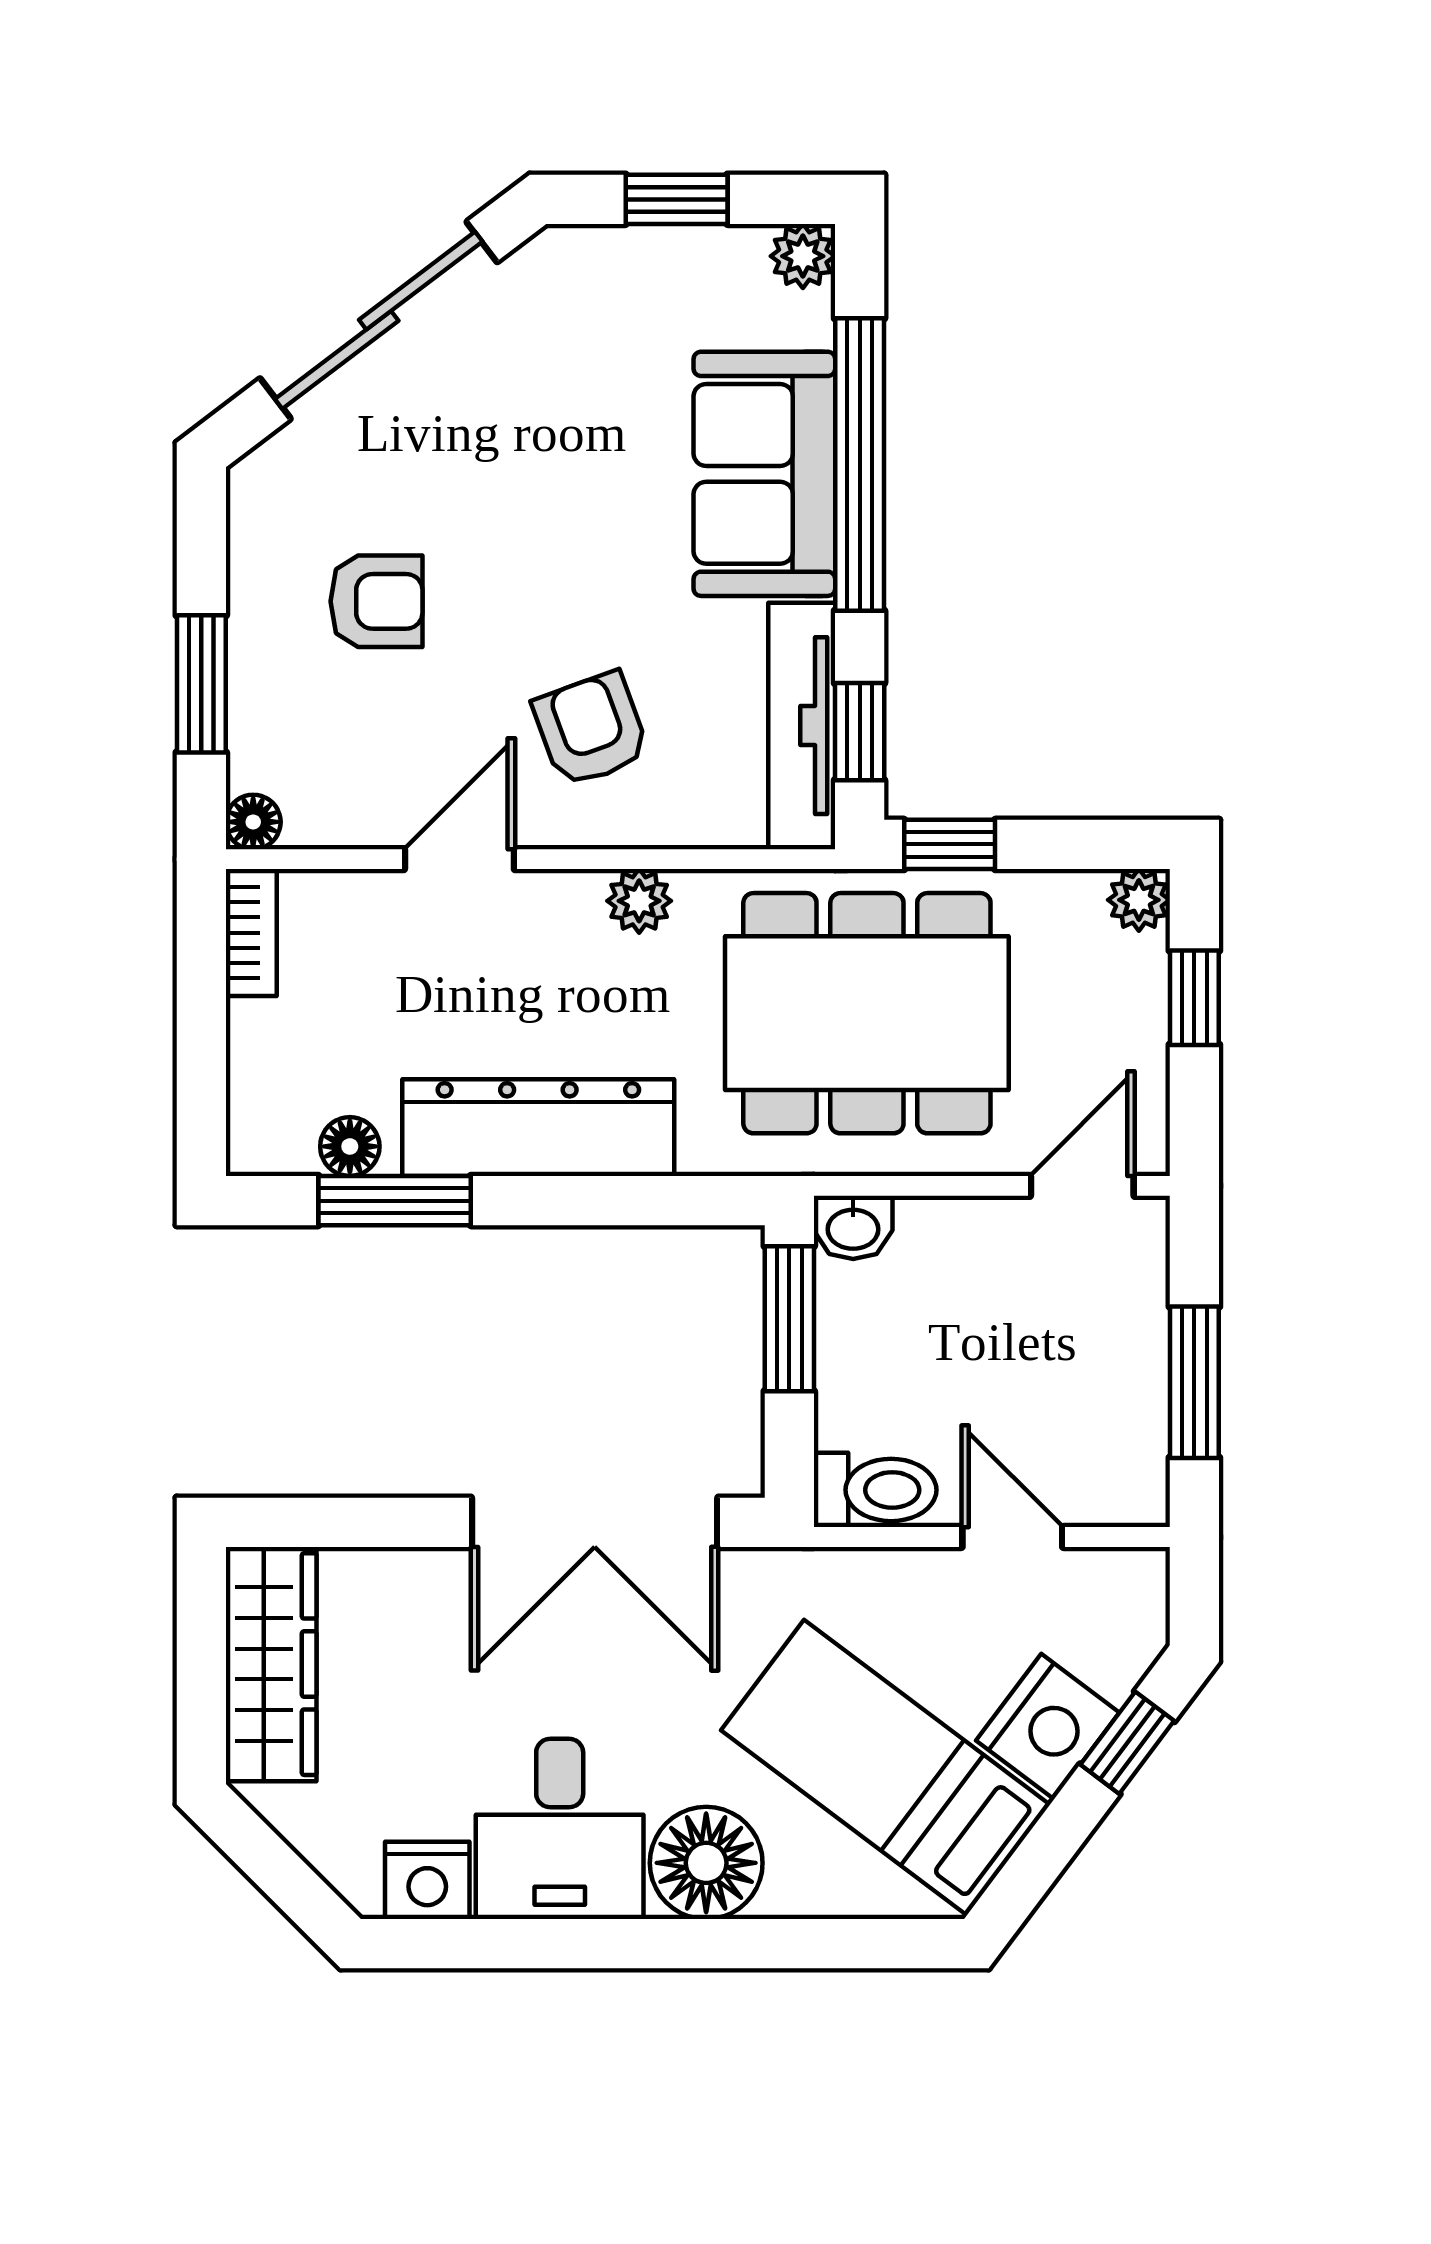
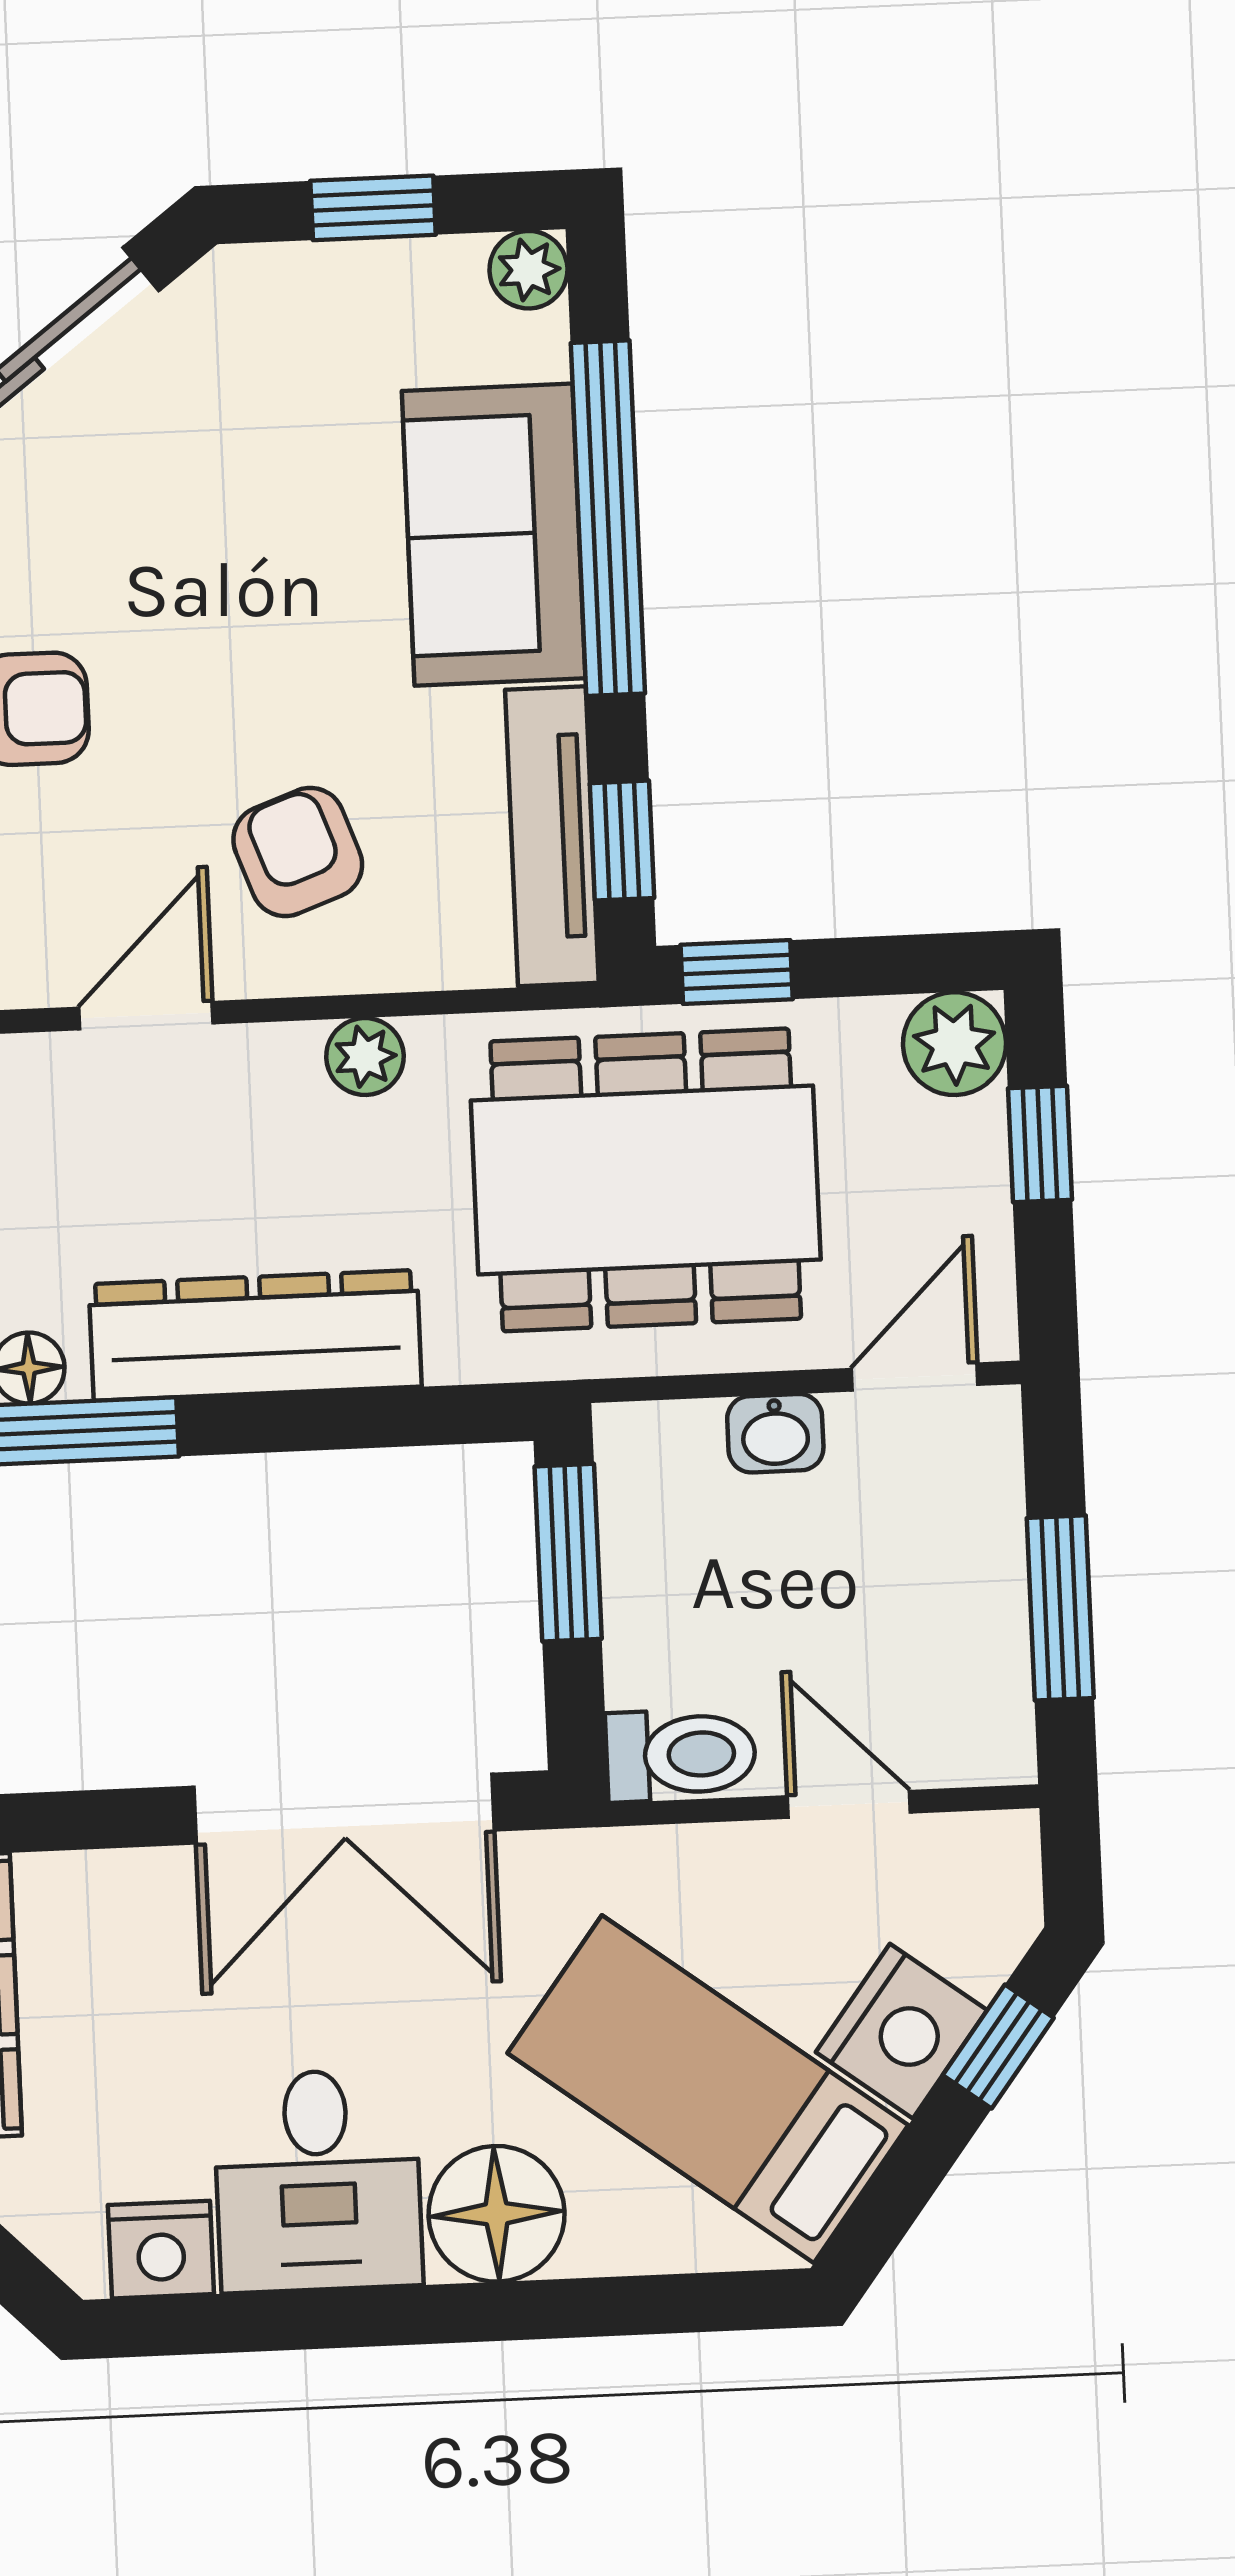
plant: (1139, 900) -> (954, 1044), width x1.38, depth x1.38
washbasin: (853, 1227) -> (775, 1433), moved

